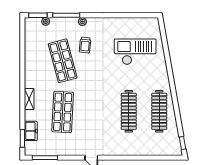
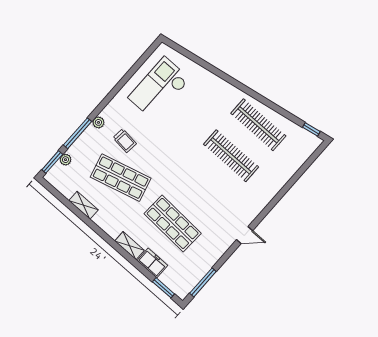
checkout: (135, 52) -> (159, 88), moved
shelving: (29, 54) -> (84, 205), added
freezer: (31, 131) -> (152, 263), moved

